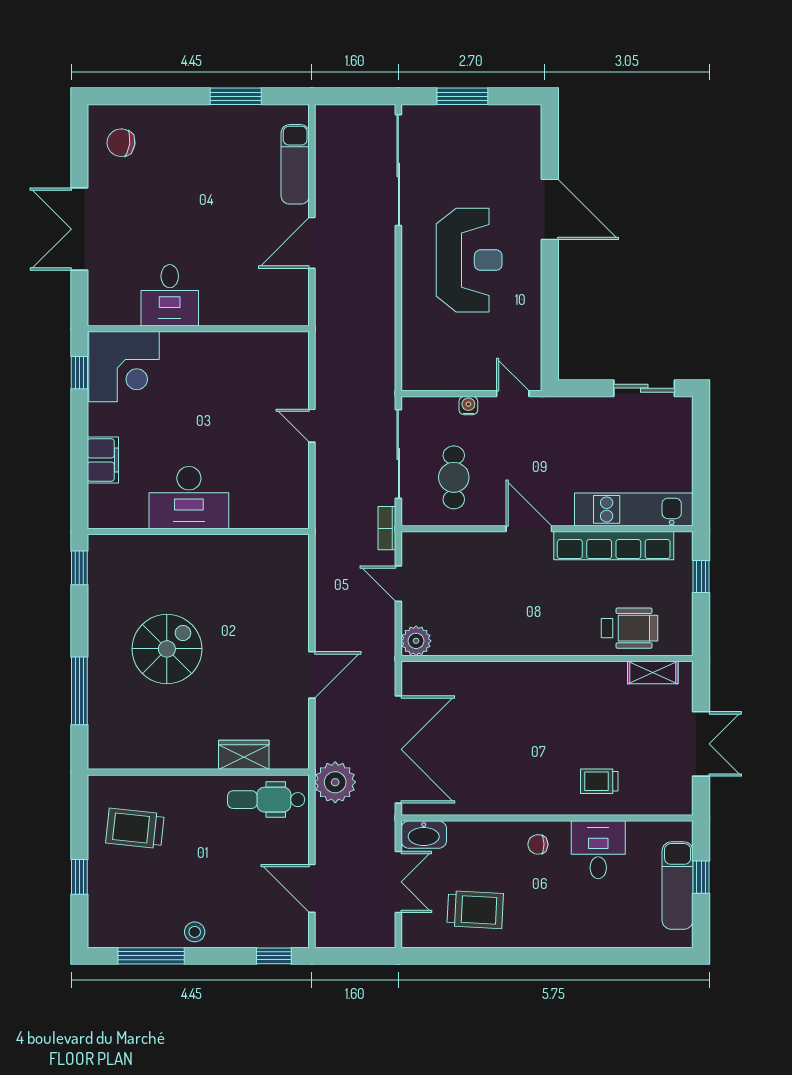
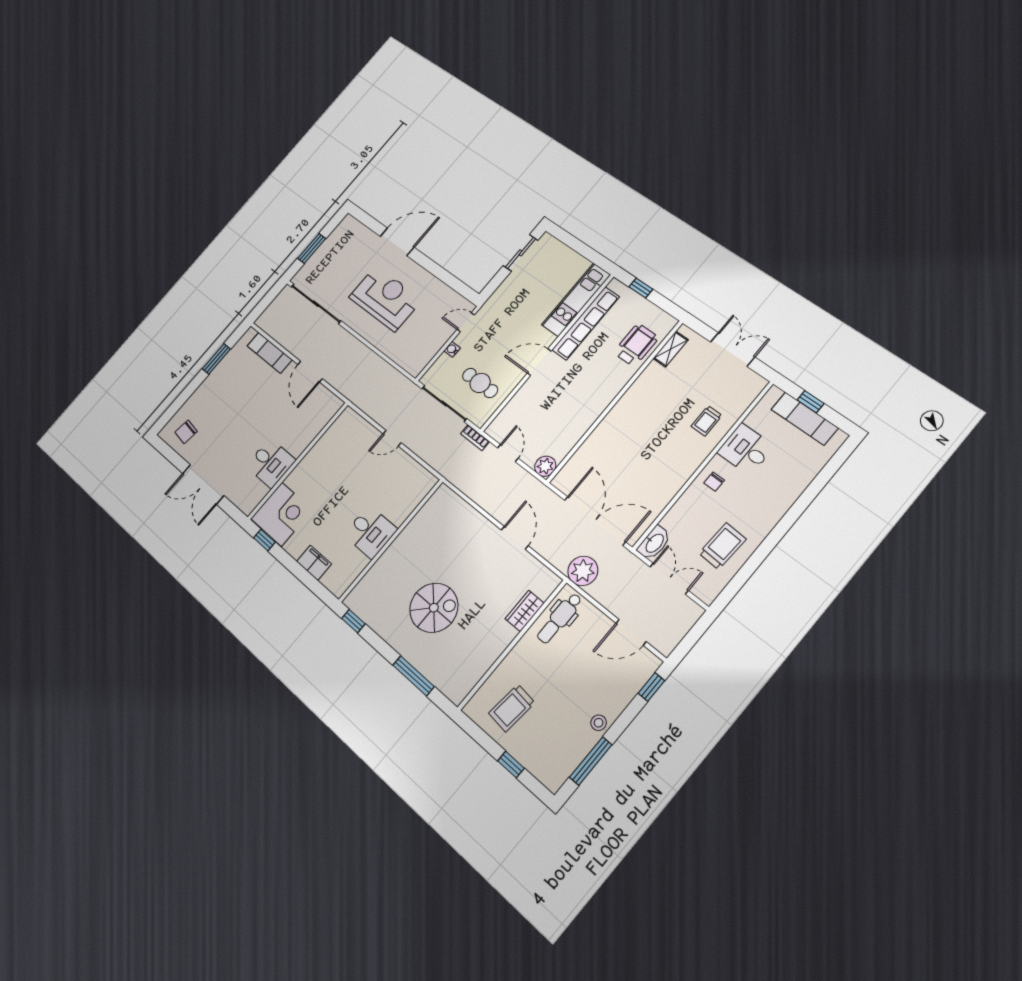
desk: (189, 498) -> (370, 532), width x0.73
door: (398, 584) -> (508, 453), swing flipped
spiral stairs: (167, 649) -> (434, 608), turned 90

